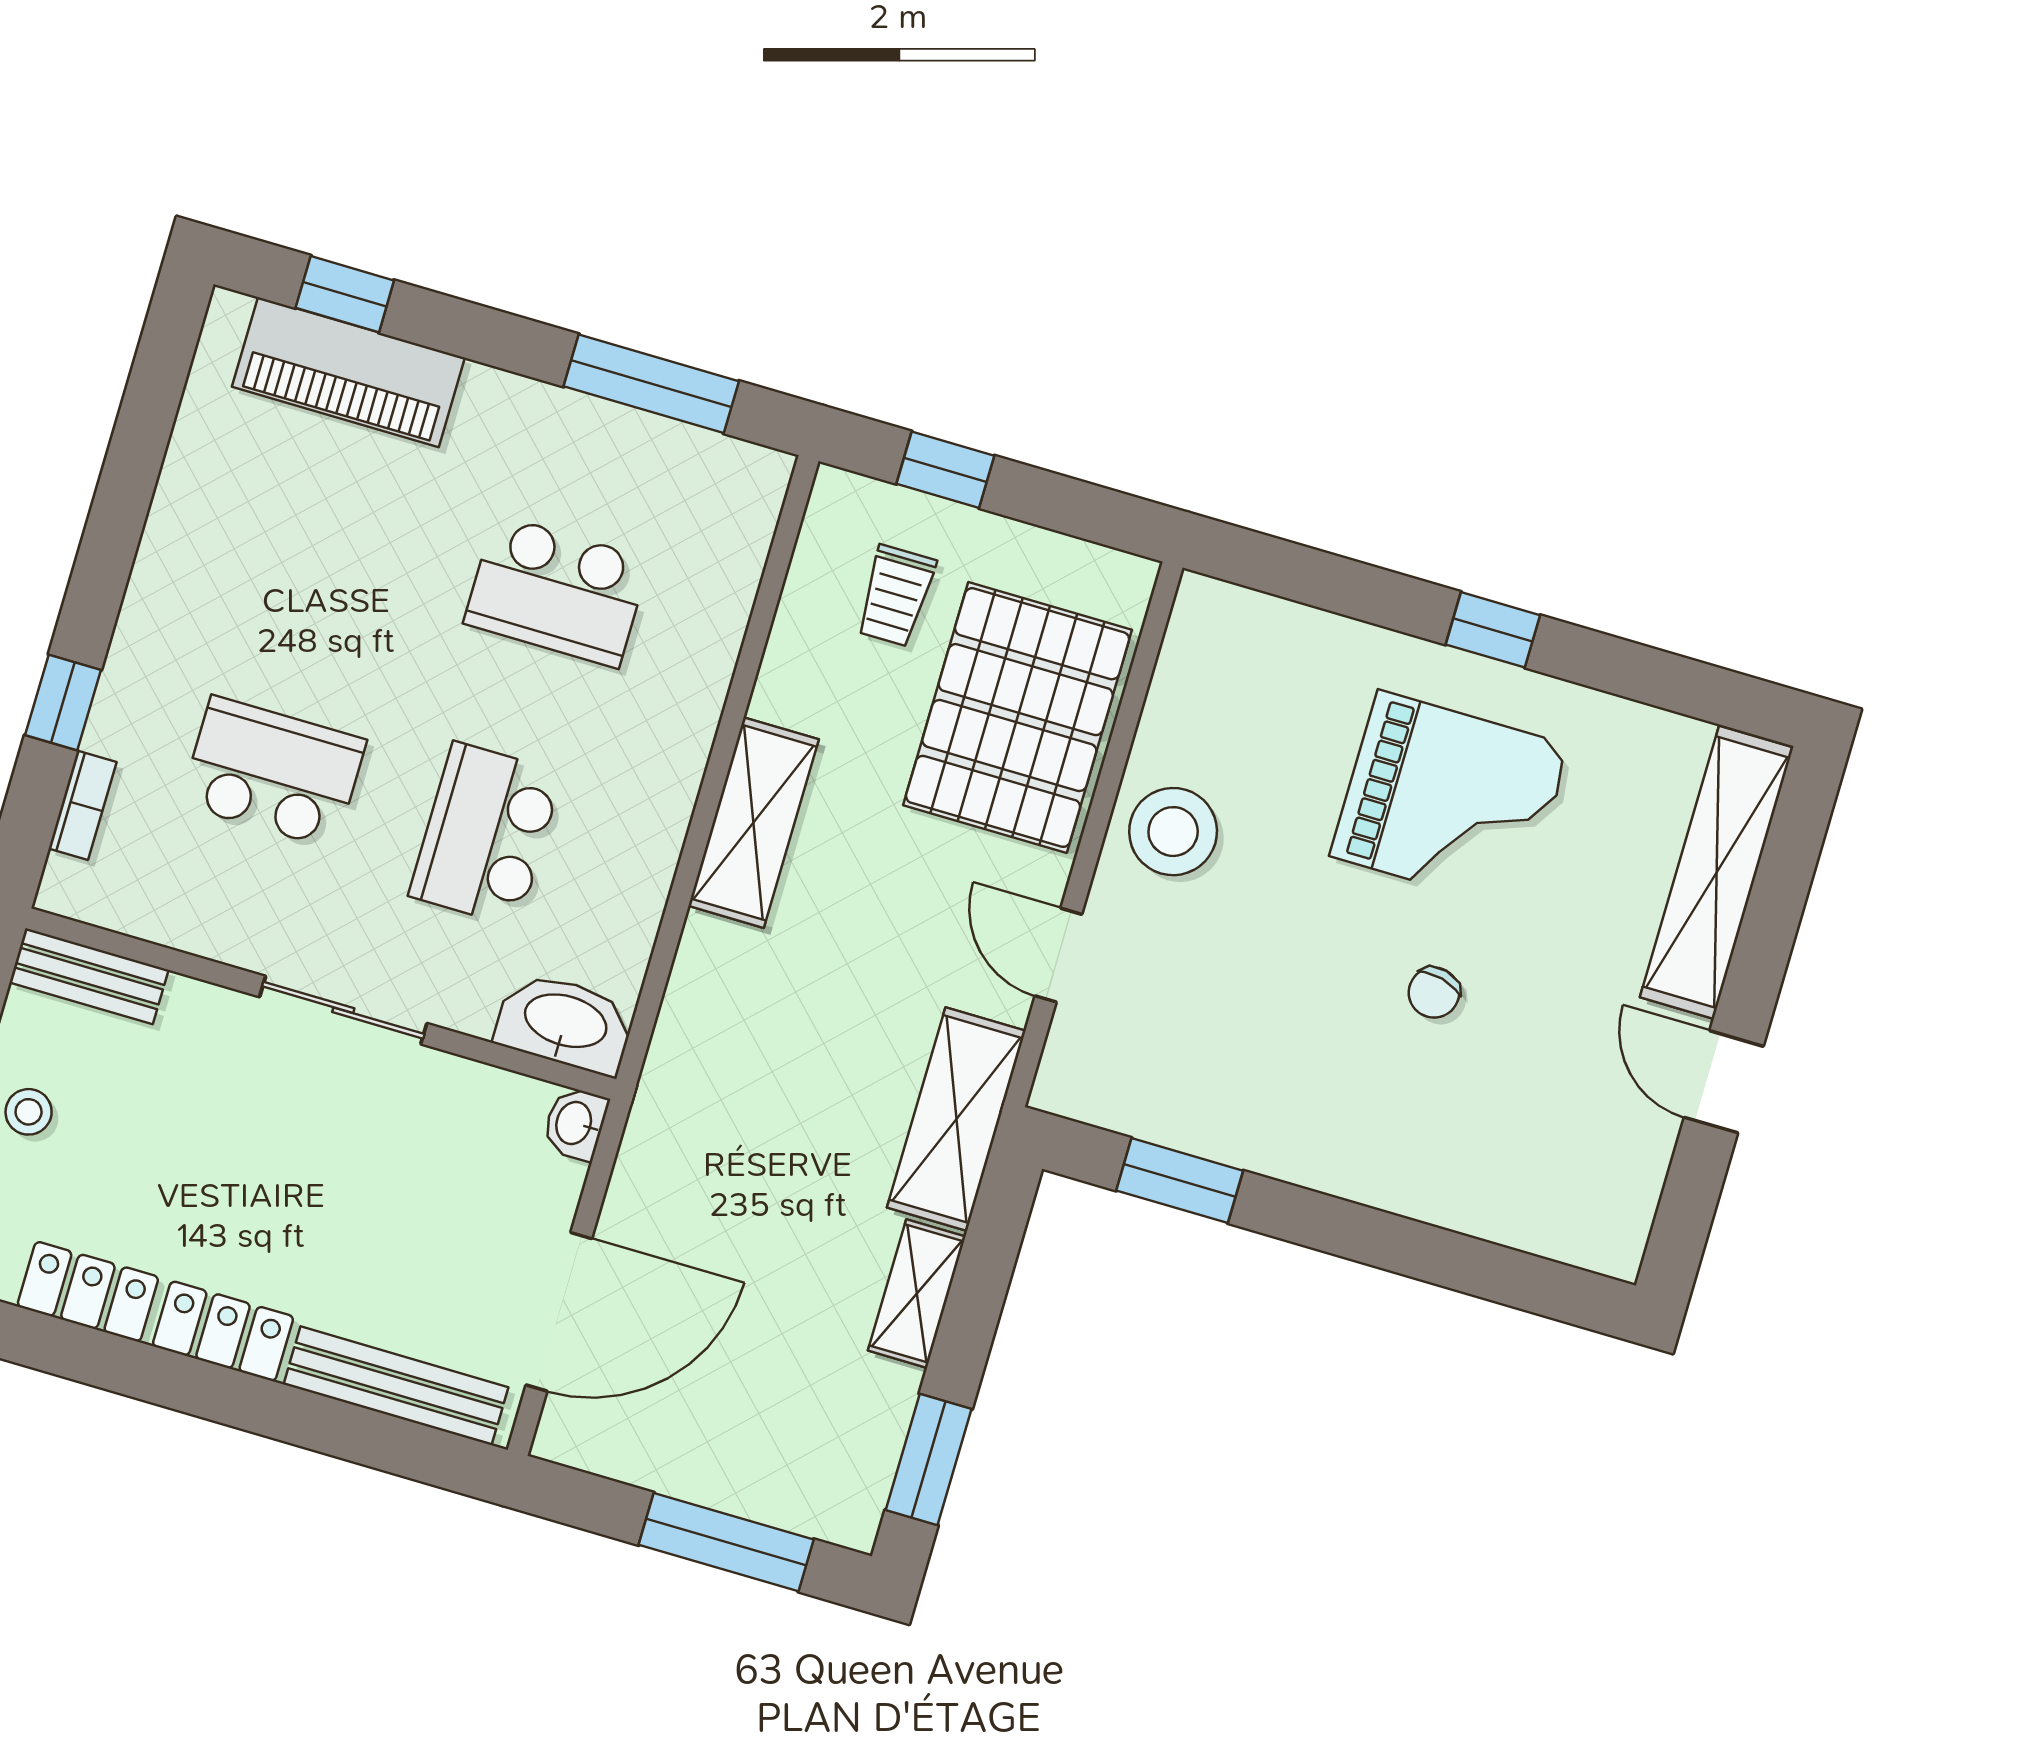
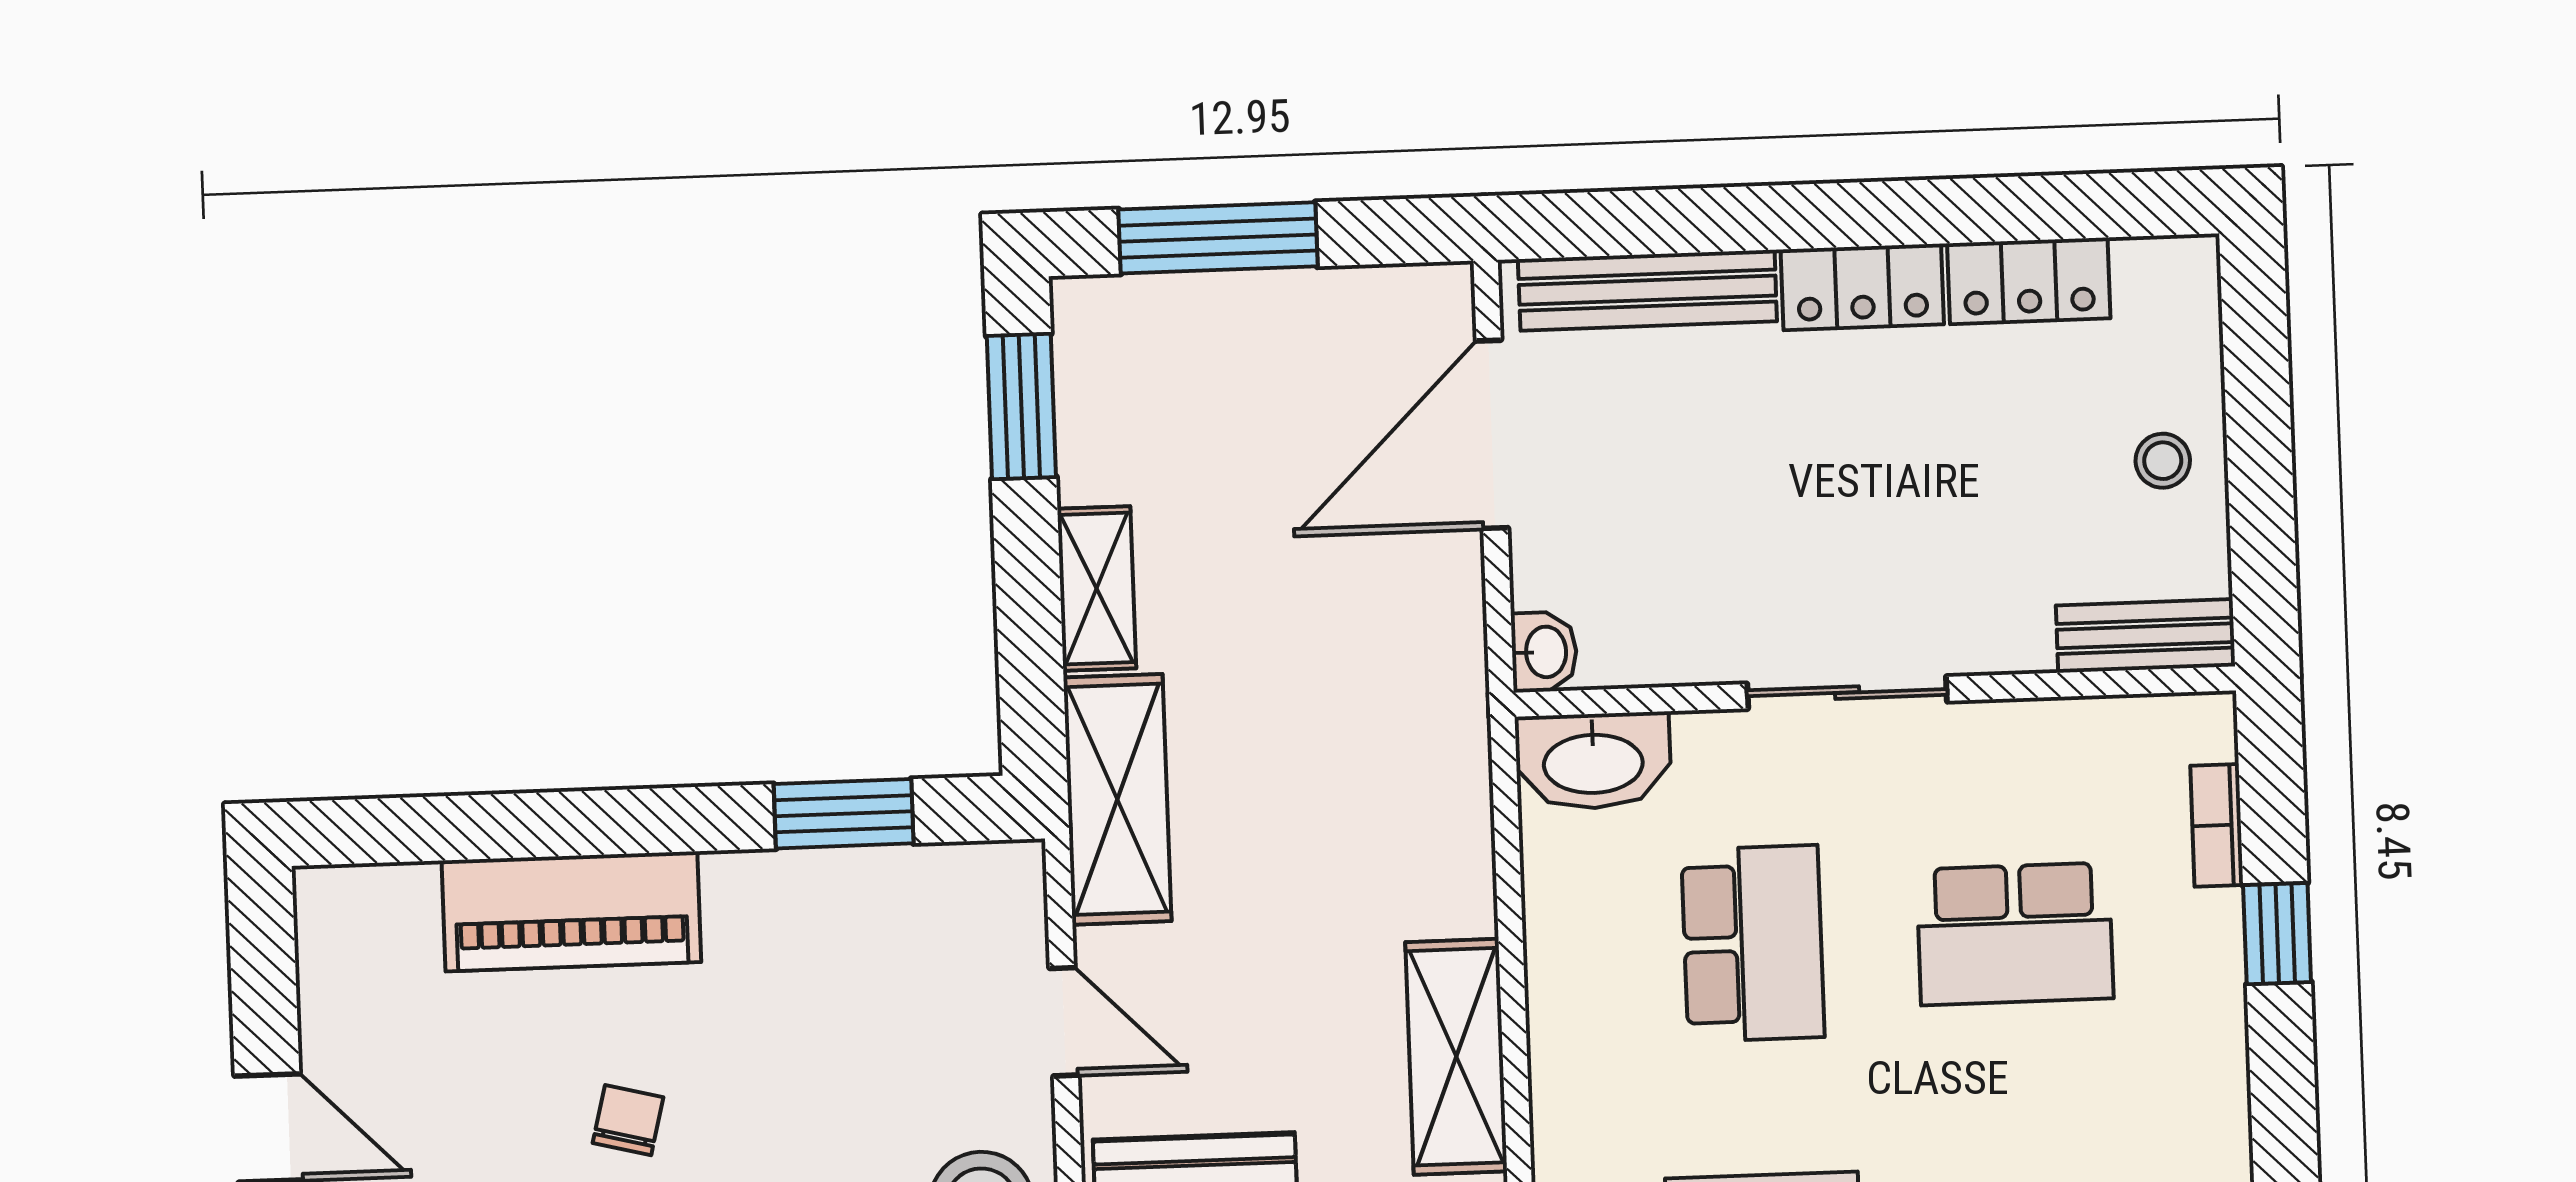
piano: (1424, 1175) -> (571, 911), added

